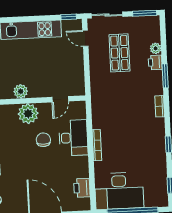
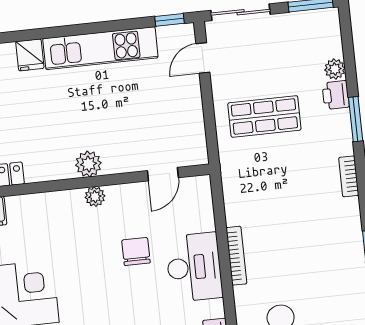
door: (85, 38) -> (203, 58), hinge flipped
shop shelf: (119, 53) -> (264, 116), moved, turned 90
plant: (28, 114) -> (95, 197), width x0.53, depth x0.53
desk: (73, 138) -> (194, 267), moved

